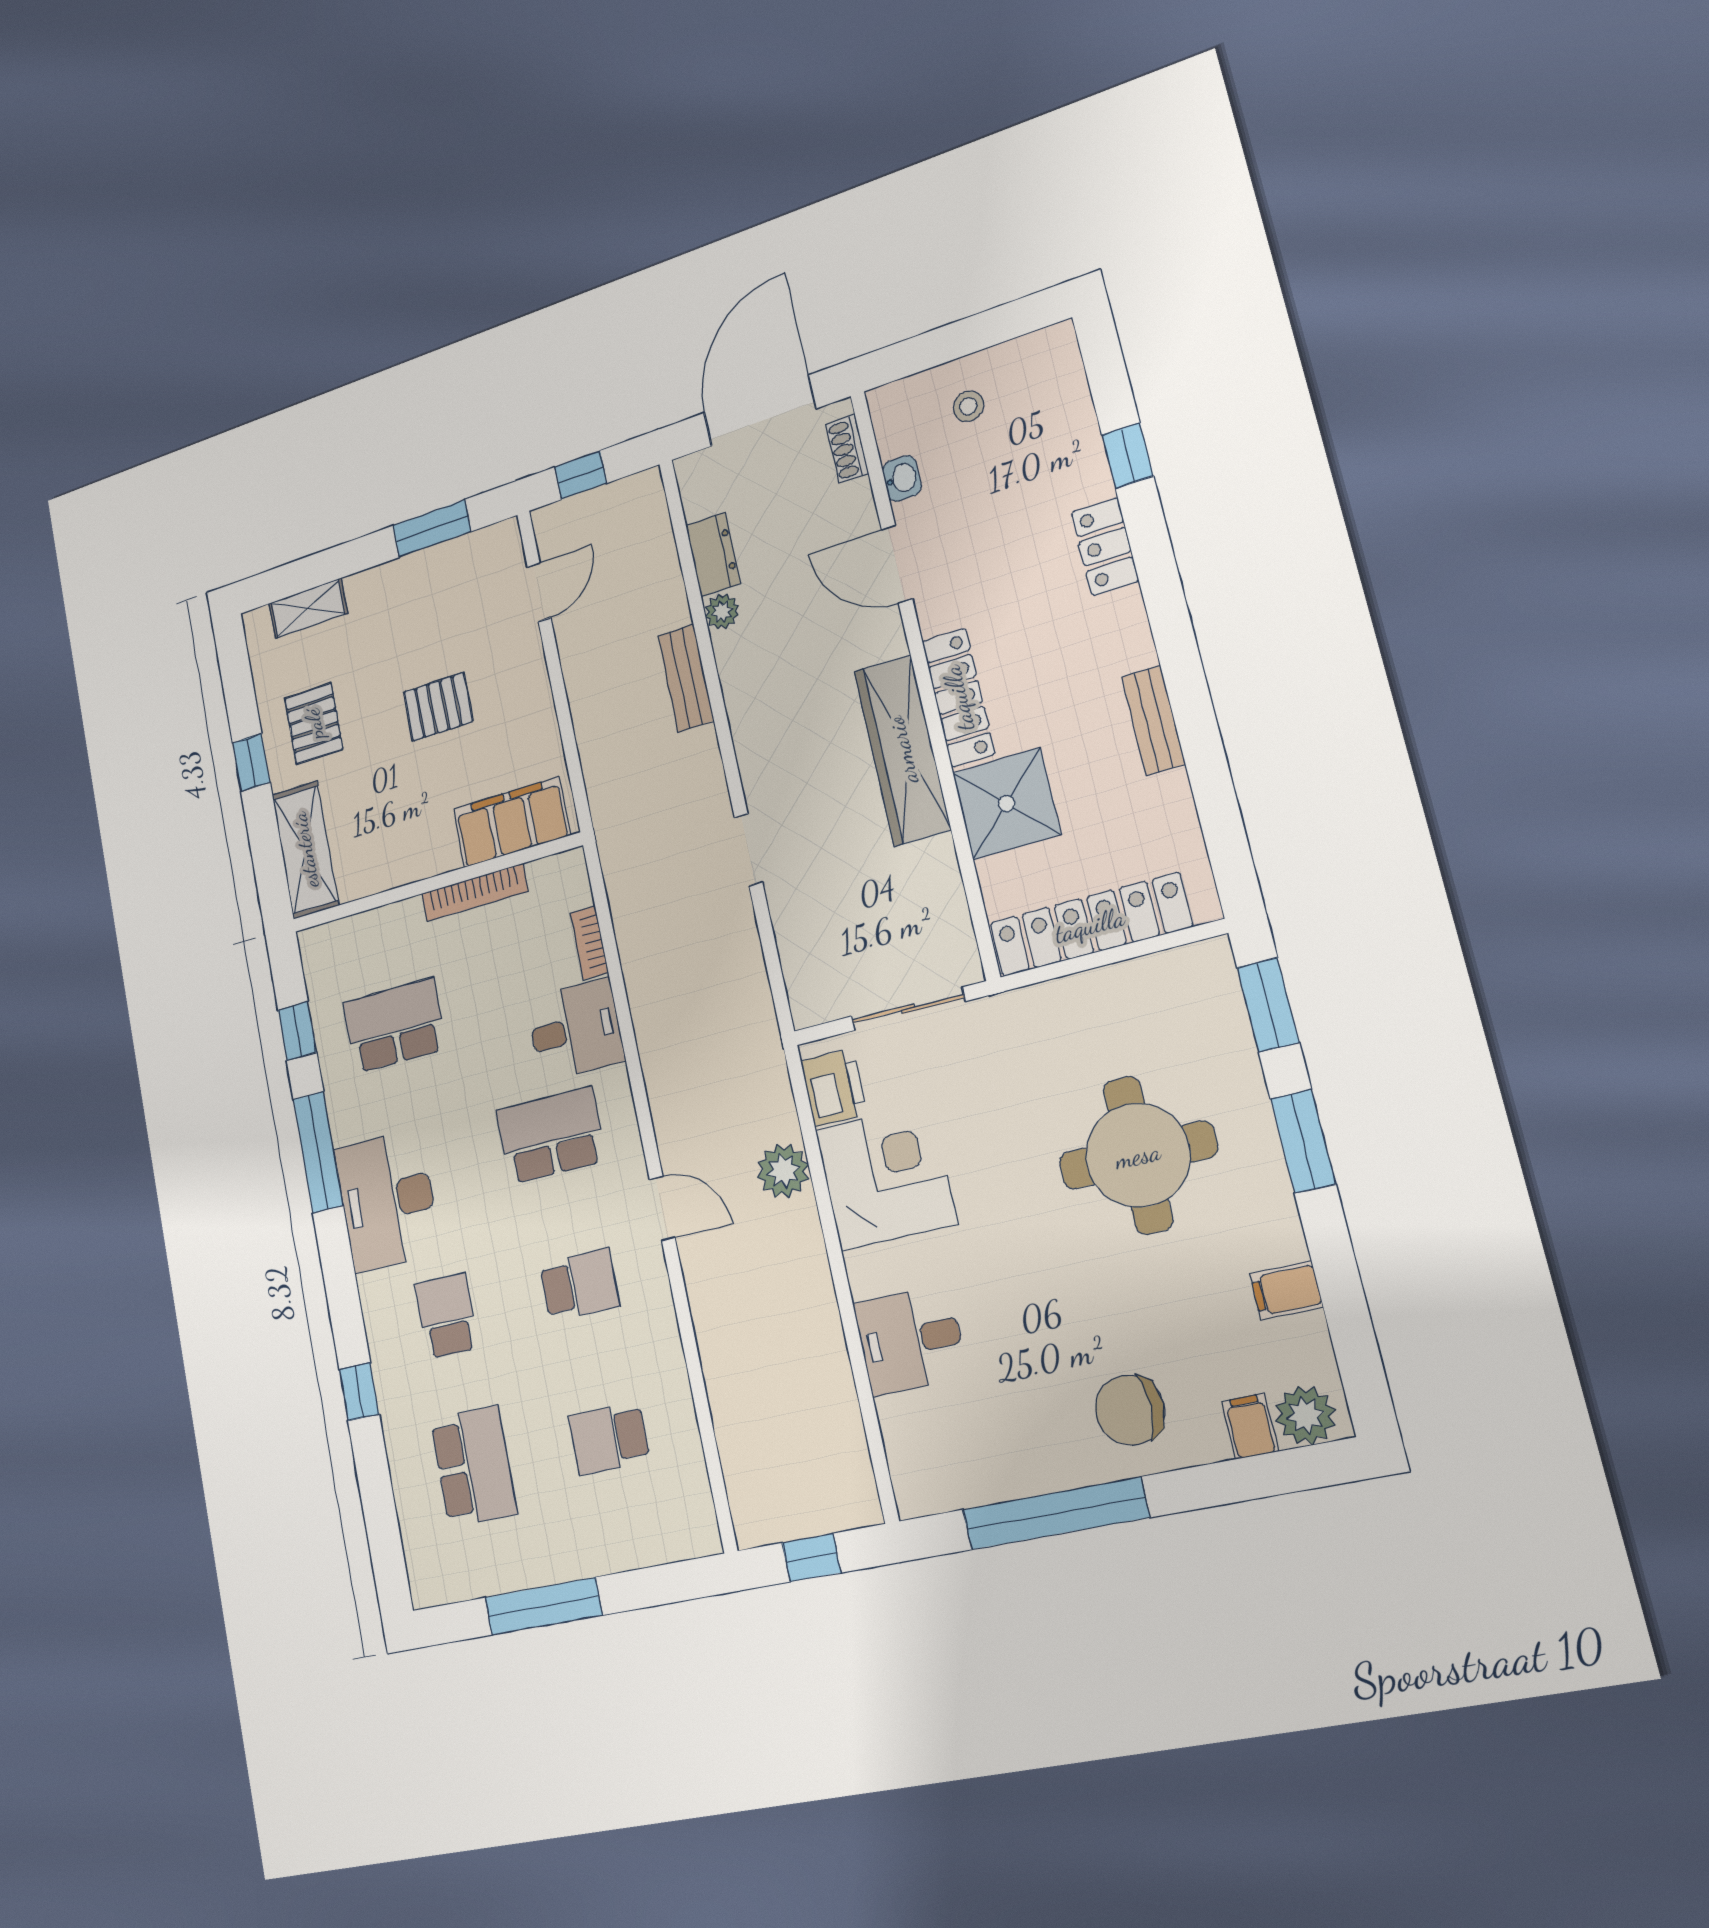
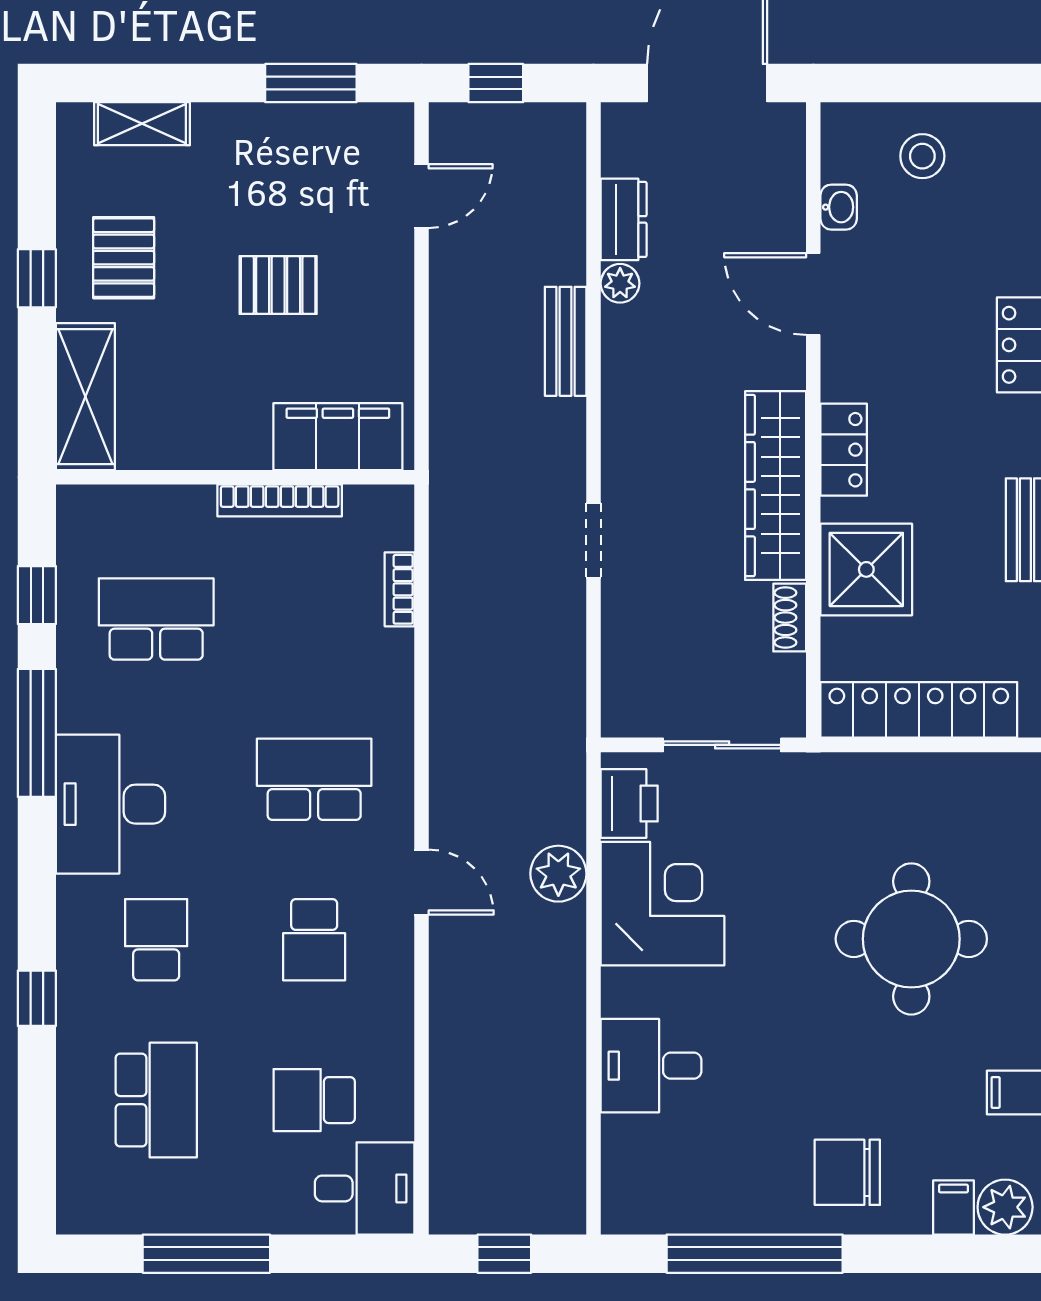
stool: (968, 406) -> (922, 156), width x1.37, depth x1.37
shoe rack: (847, 449) -> (790, 618), moved
locker: (958, 698) -> (844, 450), width x0.66
desk: (575, 1030) -> (365, 1188), moved
school desk: (580, 1285) -> (314, 940), turned 90

